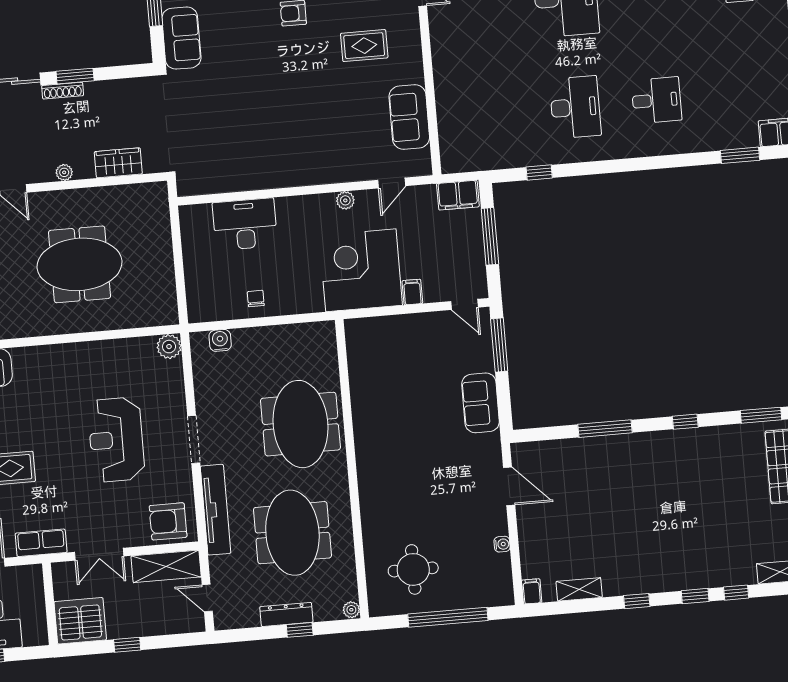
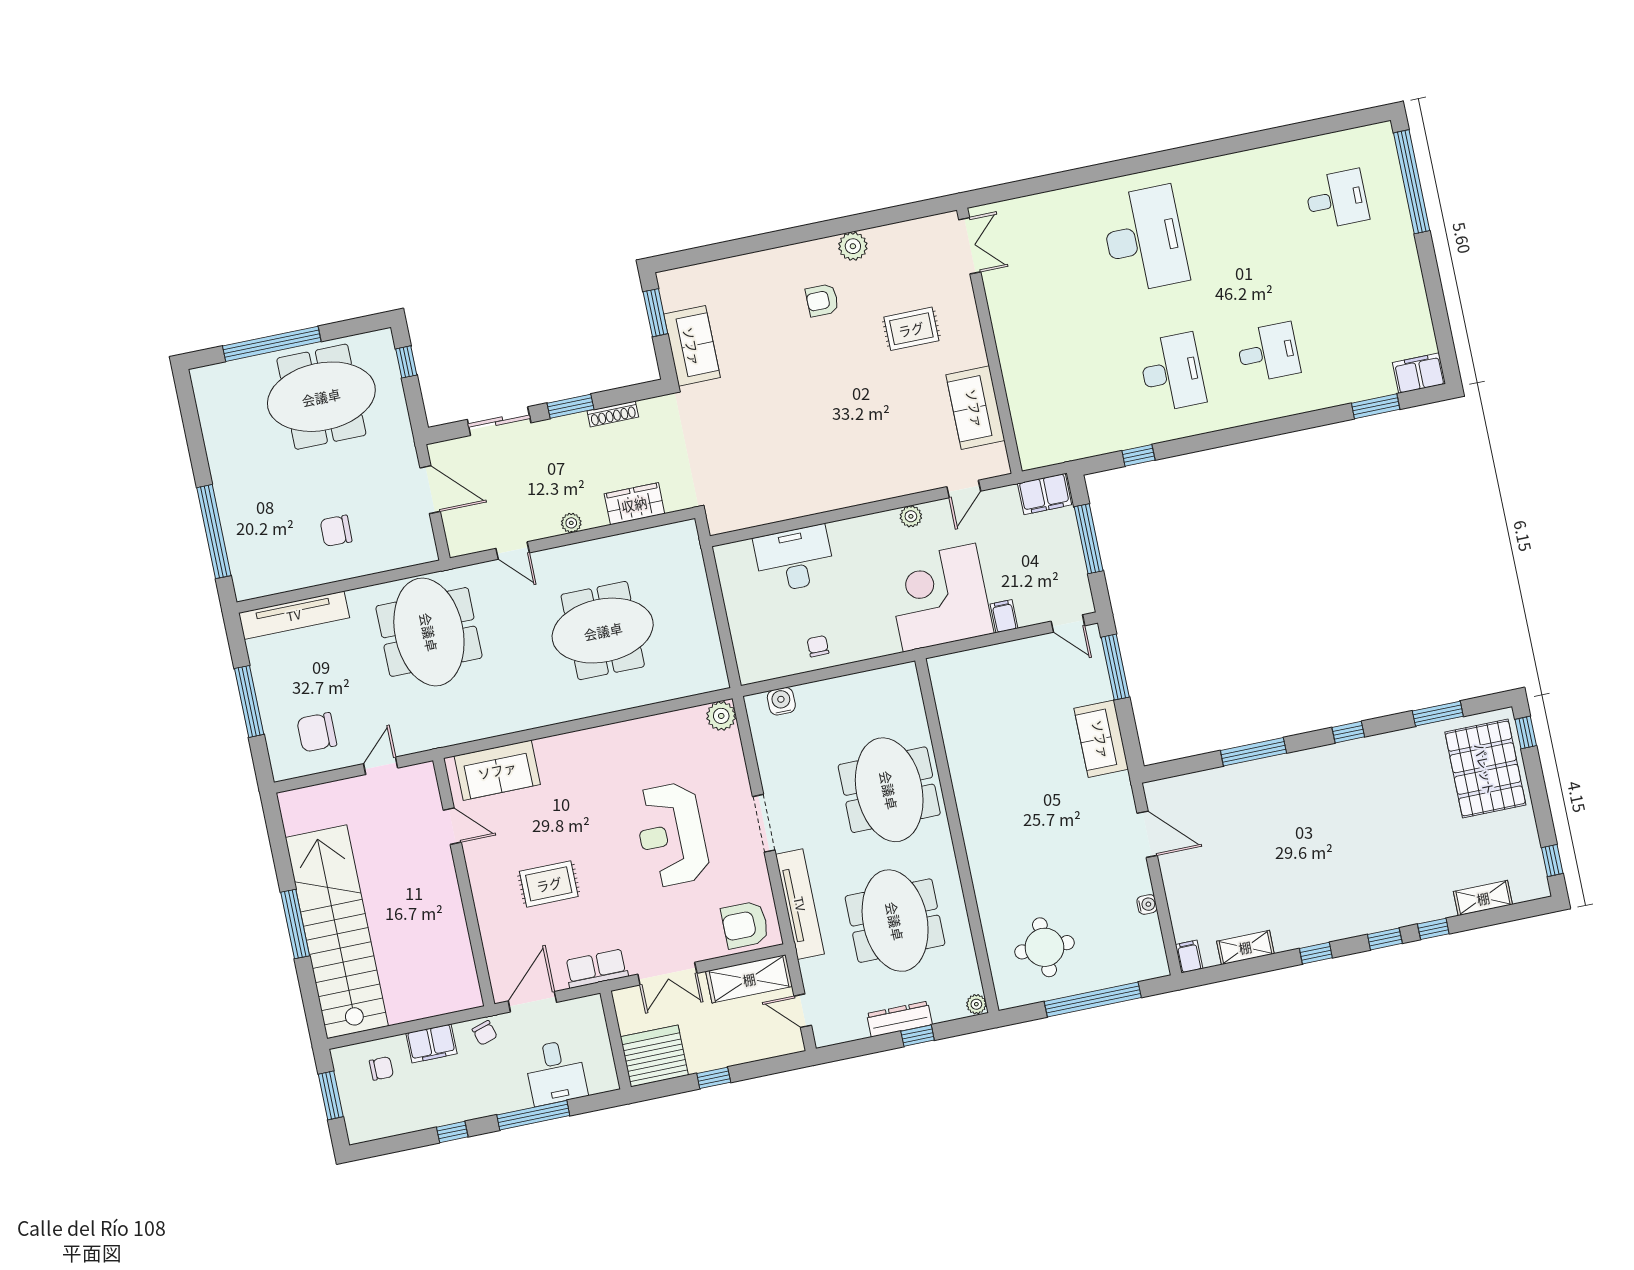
shoe rack: (63, 91) -> (613, 414), moved

